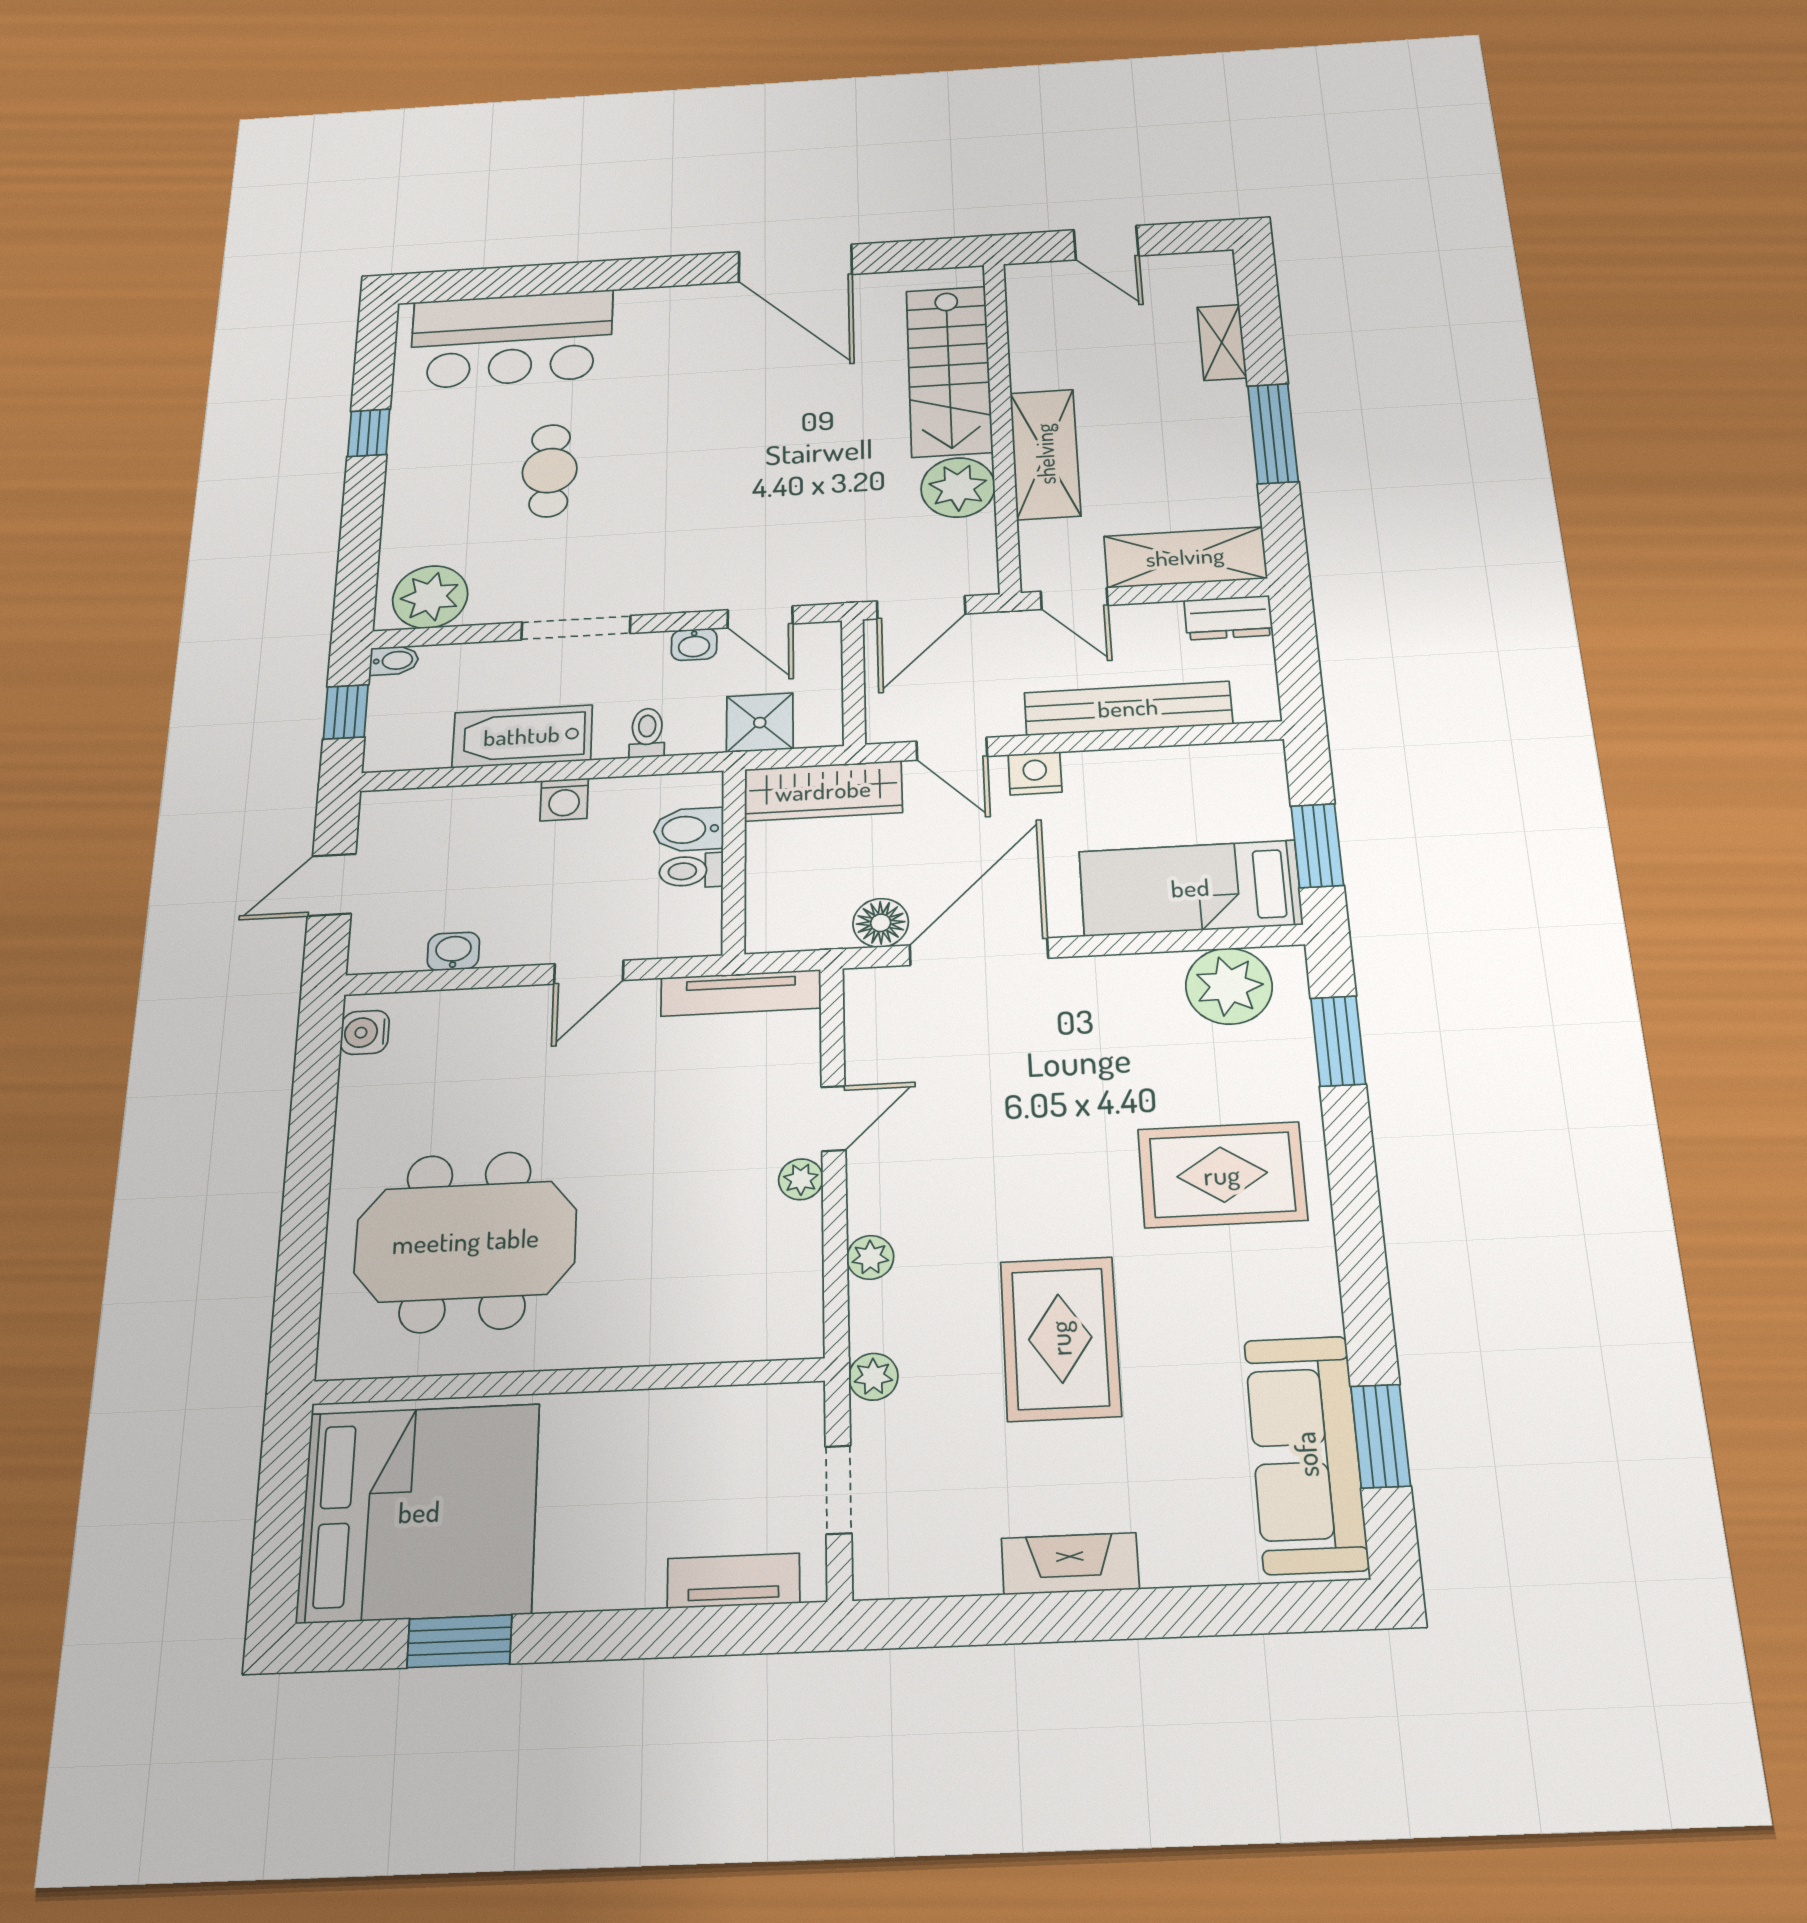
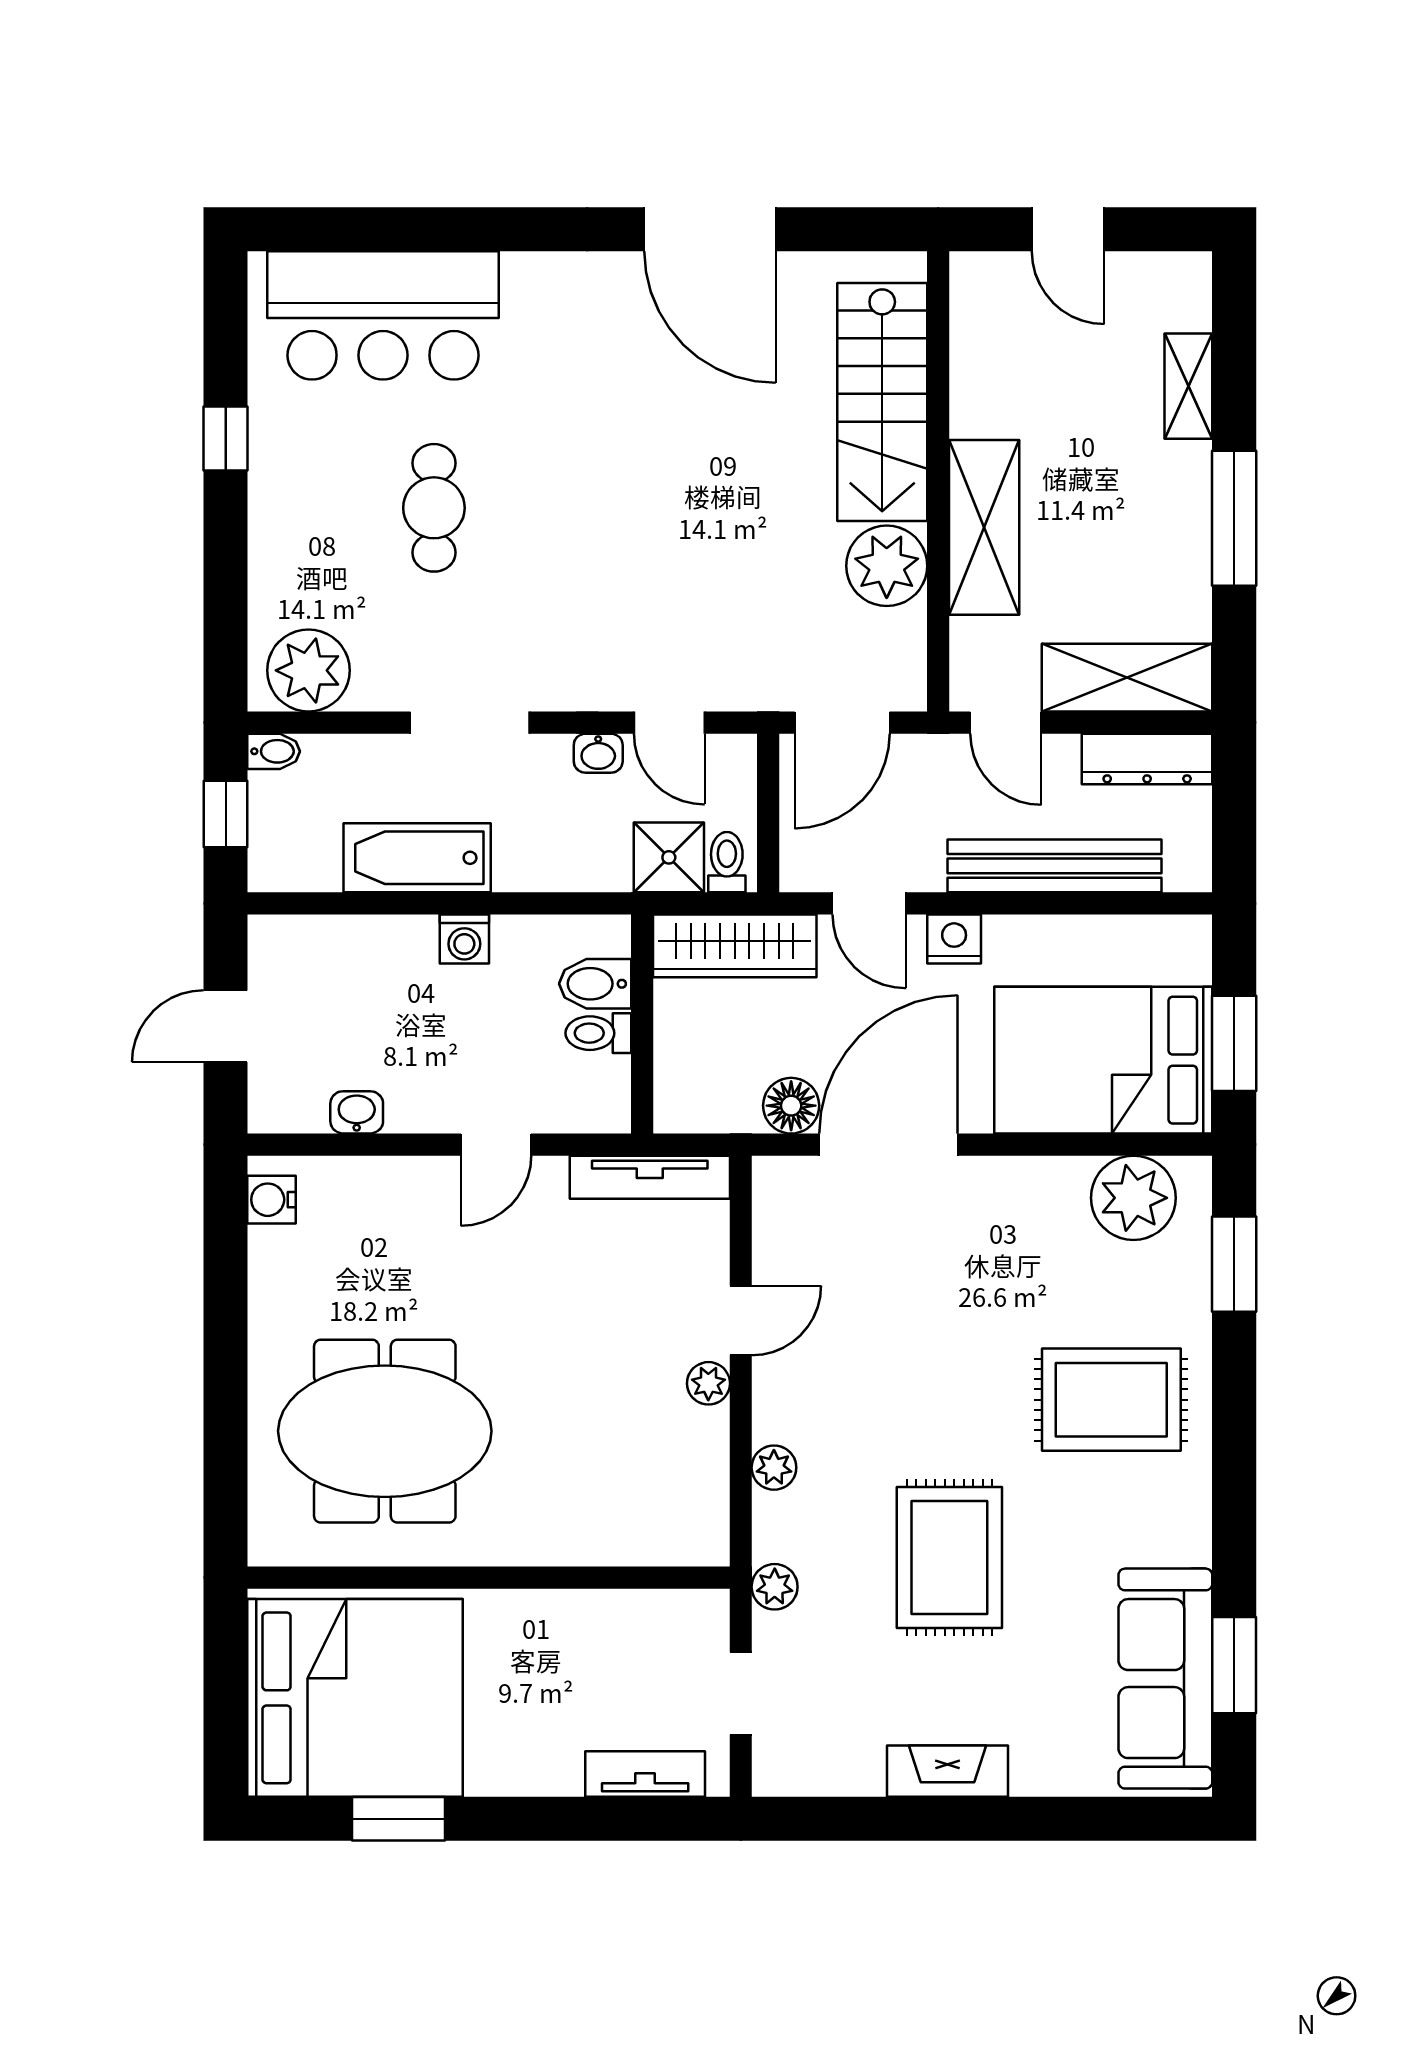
dresser: (1228, 618) -> (1147, 759), width x1.44
toilet: (647, 733) -> (727, 862), moved
bed: (1190, 888) -> (1103, 1060), width x1.50

